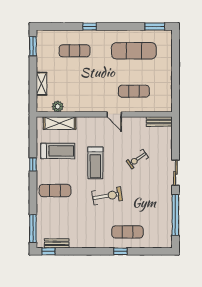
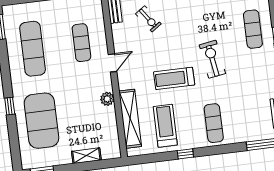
exercise mat: (75, 51) -> (41, 121), width x2.00, depth x1.45
plant: (58, 106) -> (107, 99), moved
shelving: (60, 123) -> (130, 119), width x1.47
exercise bike: (137, 159) -> (148, 19), moved
treadmill: (95, 163) -> (174, 78), turned 180

